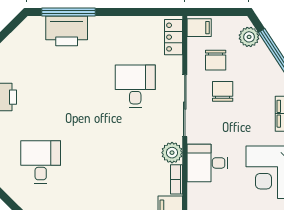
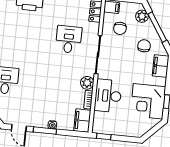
chair: (223, 91) -> (144, 46), moved
desk: (208, 163) -> (108, 96), width x1.37

